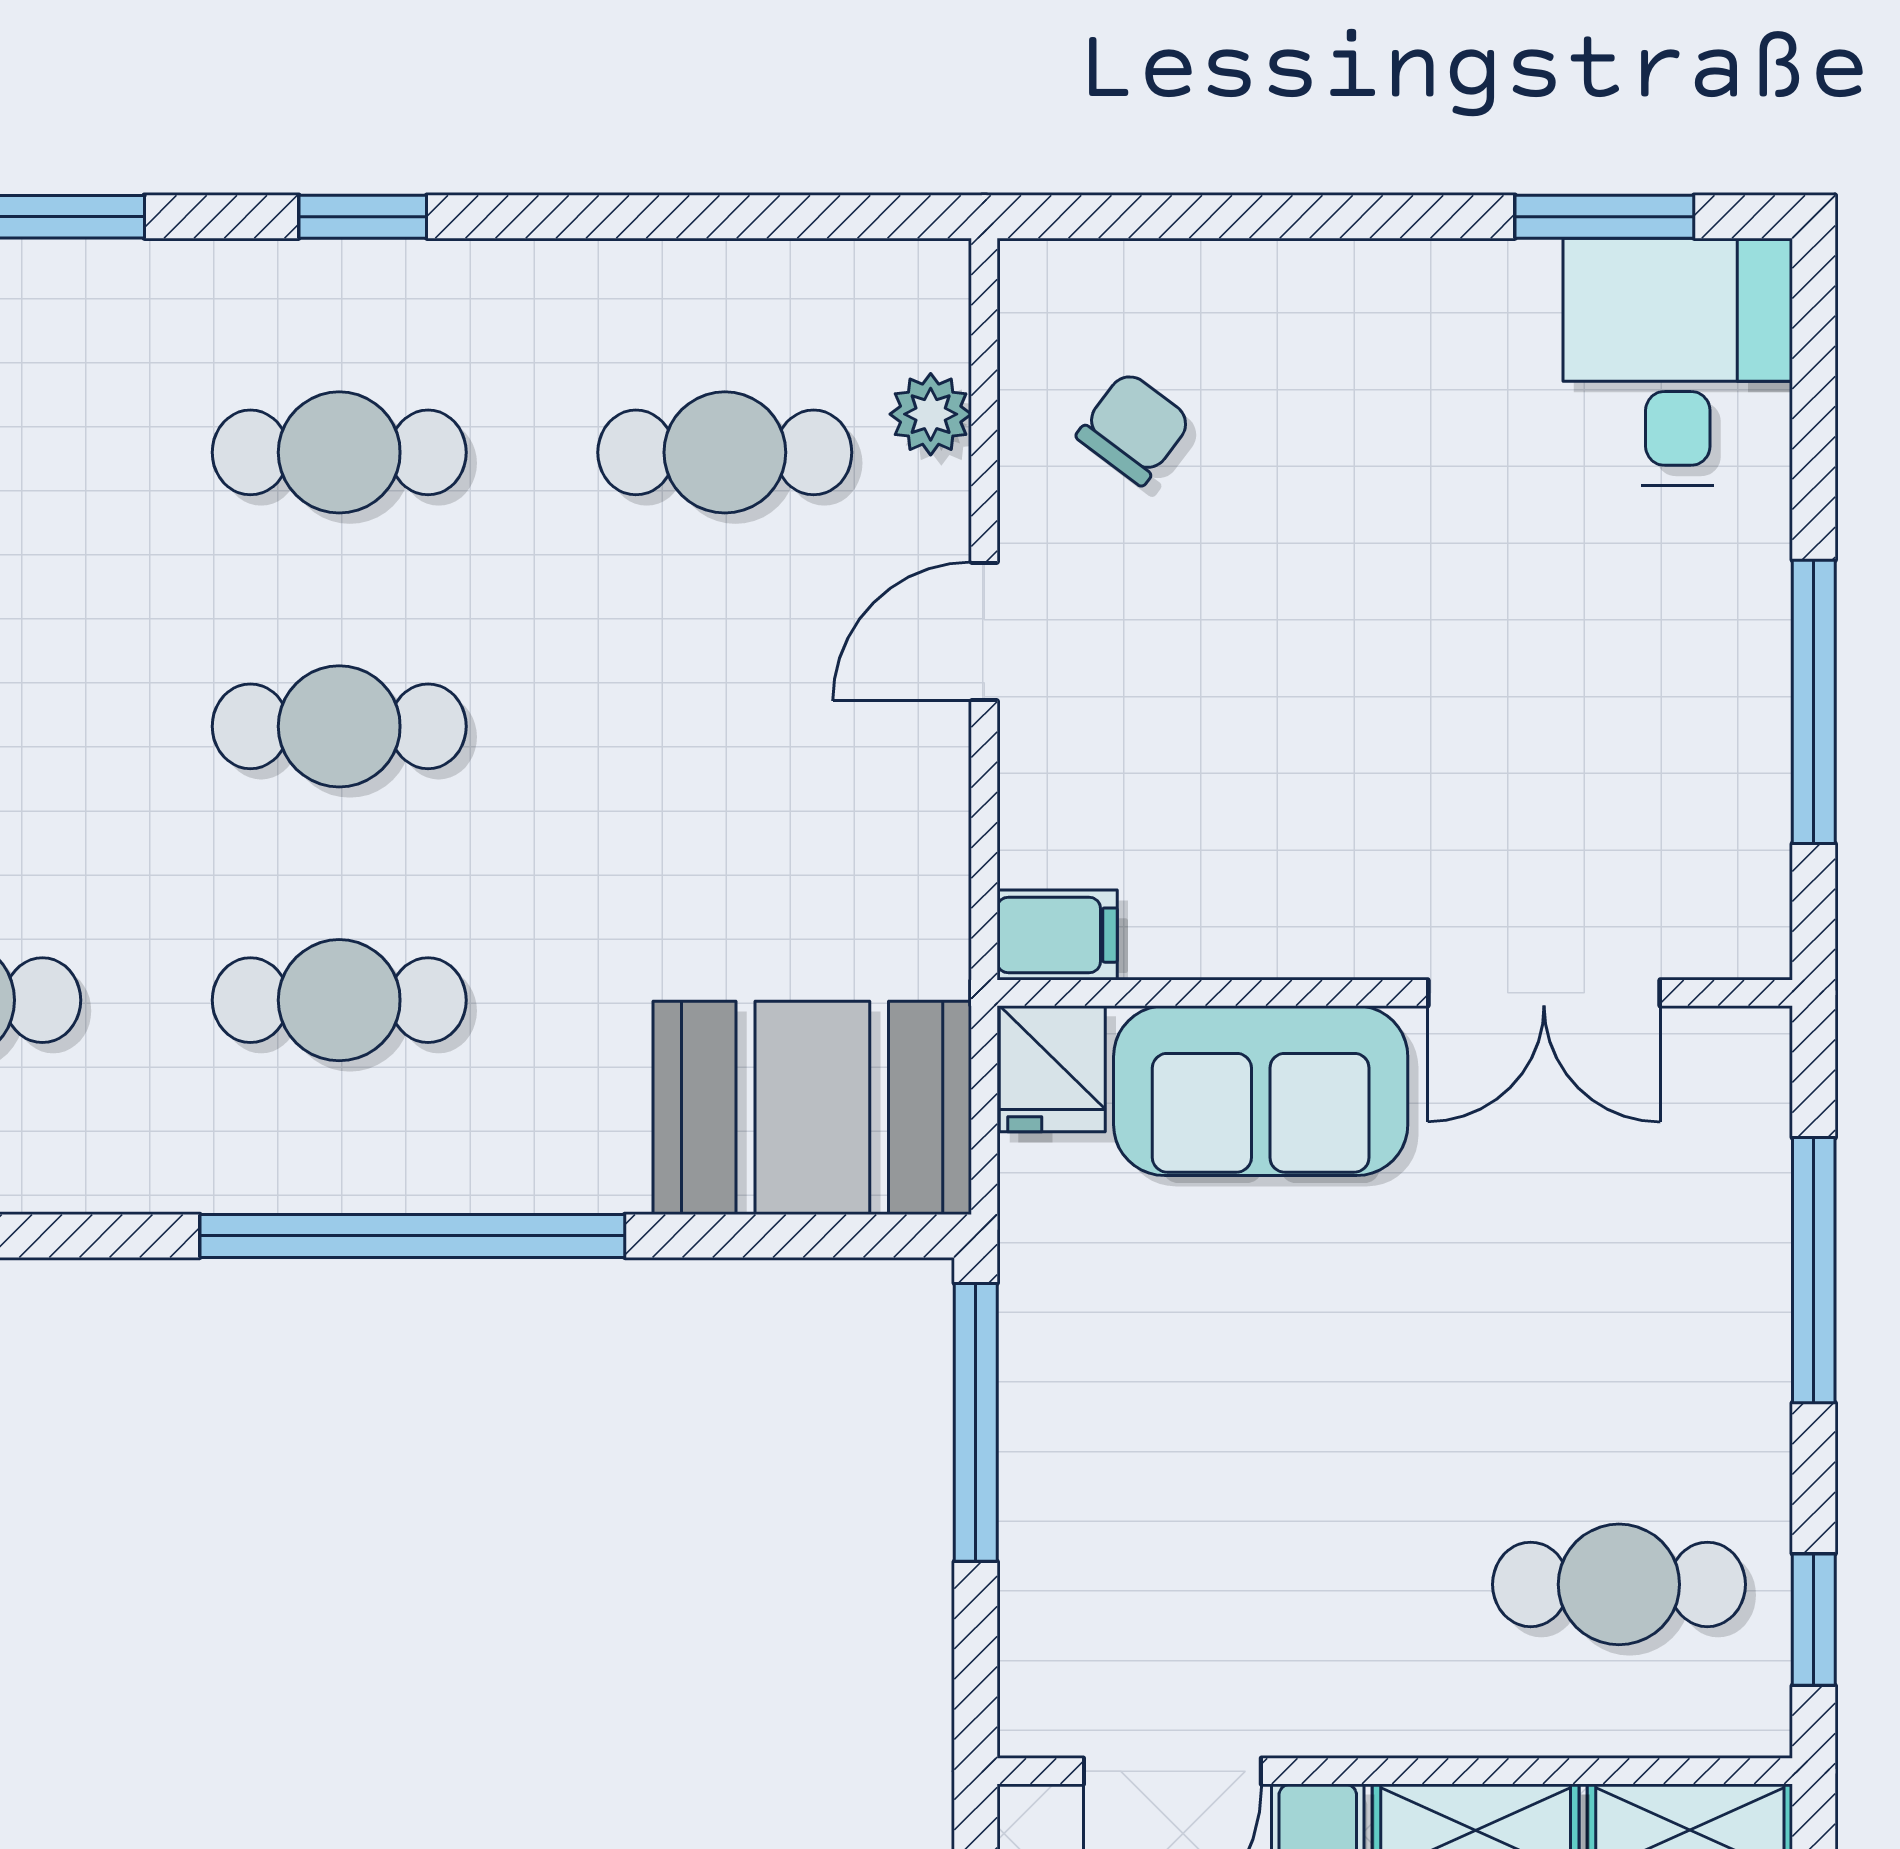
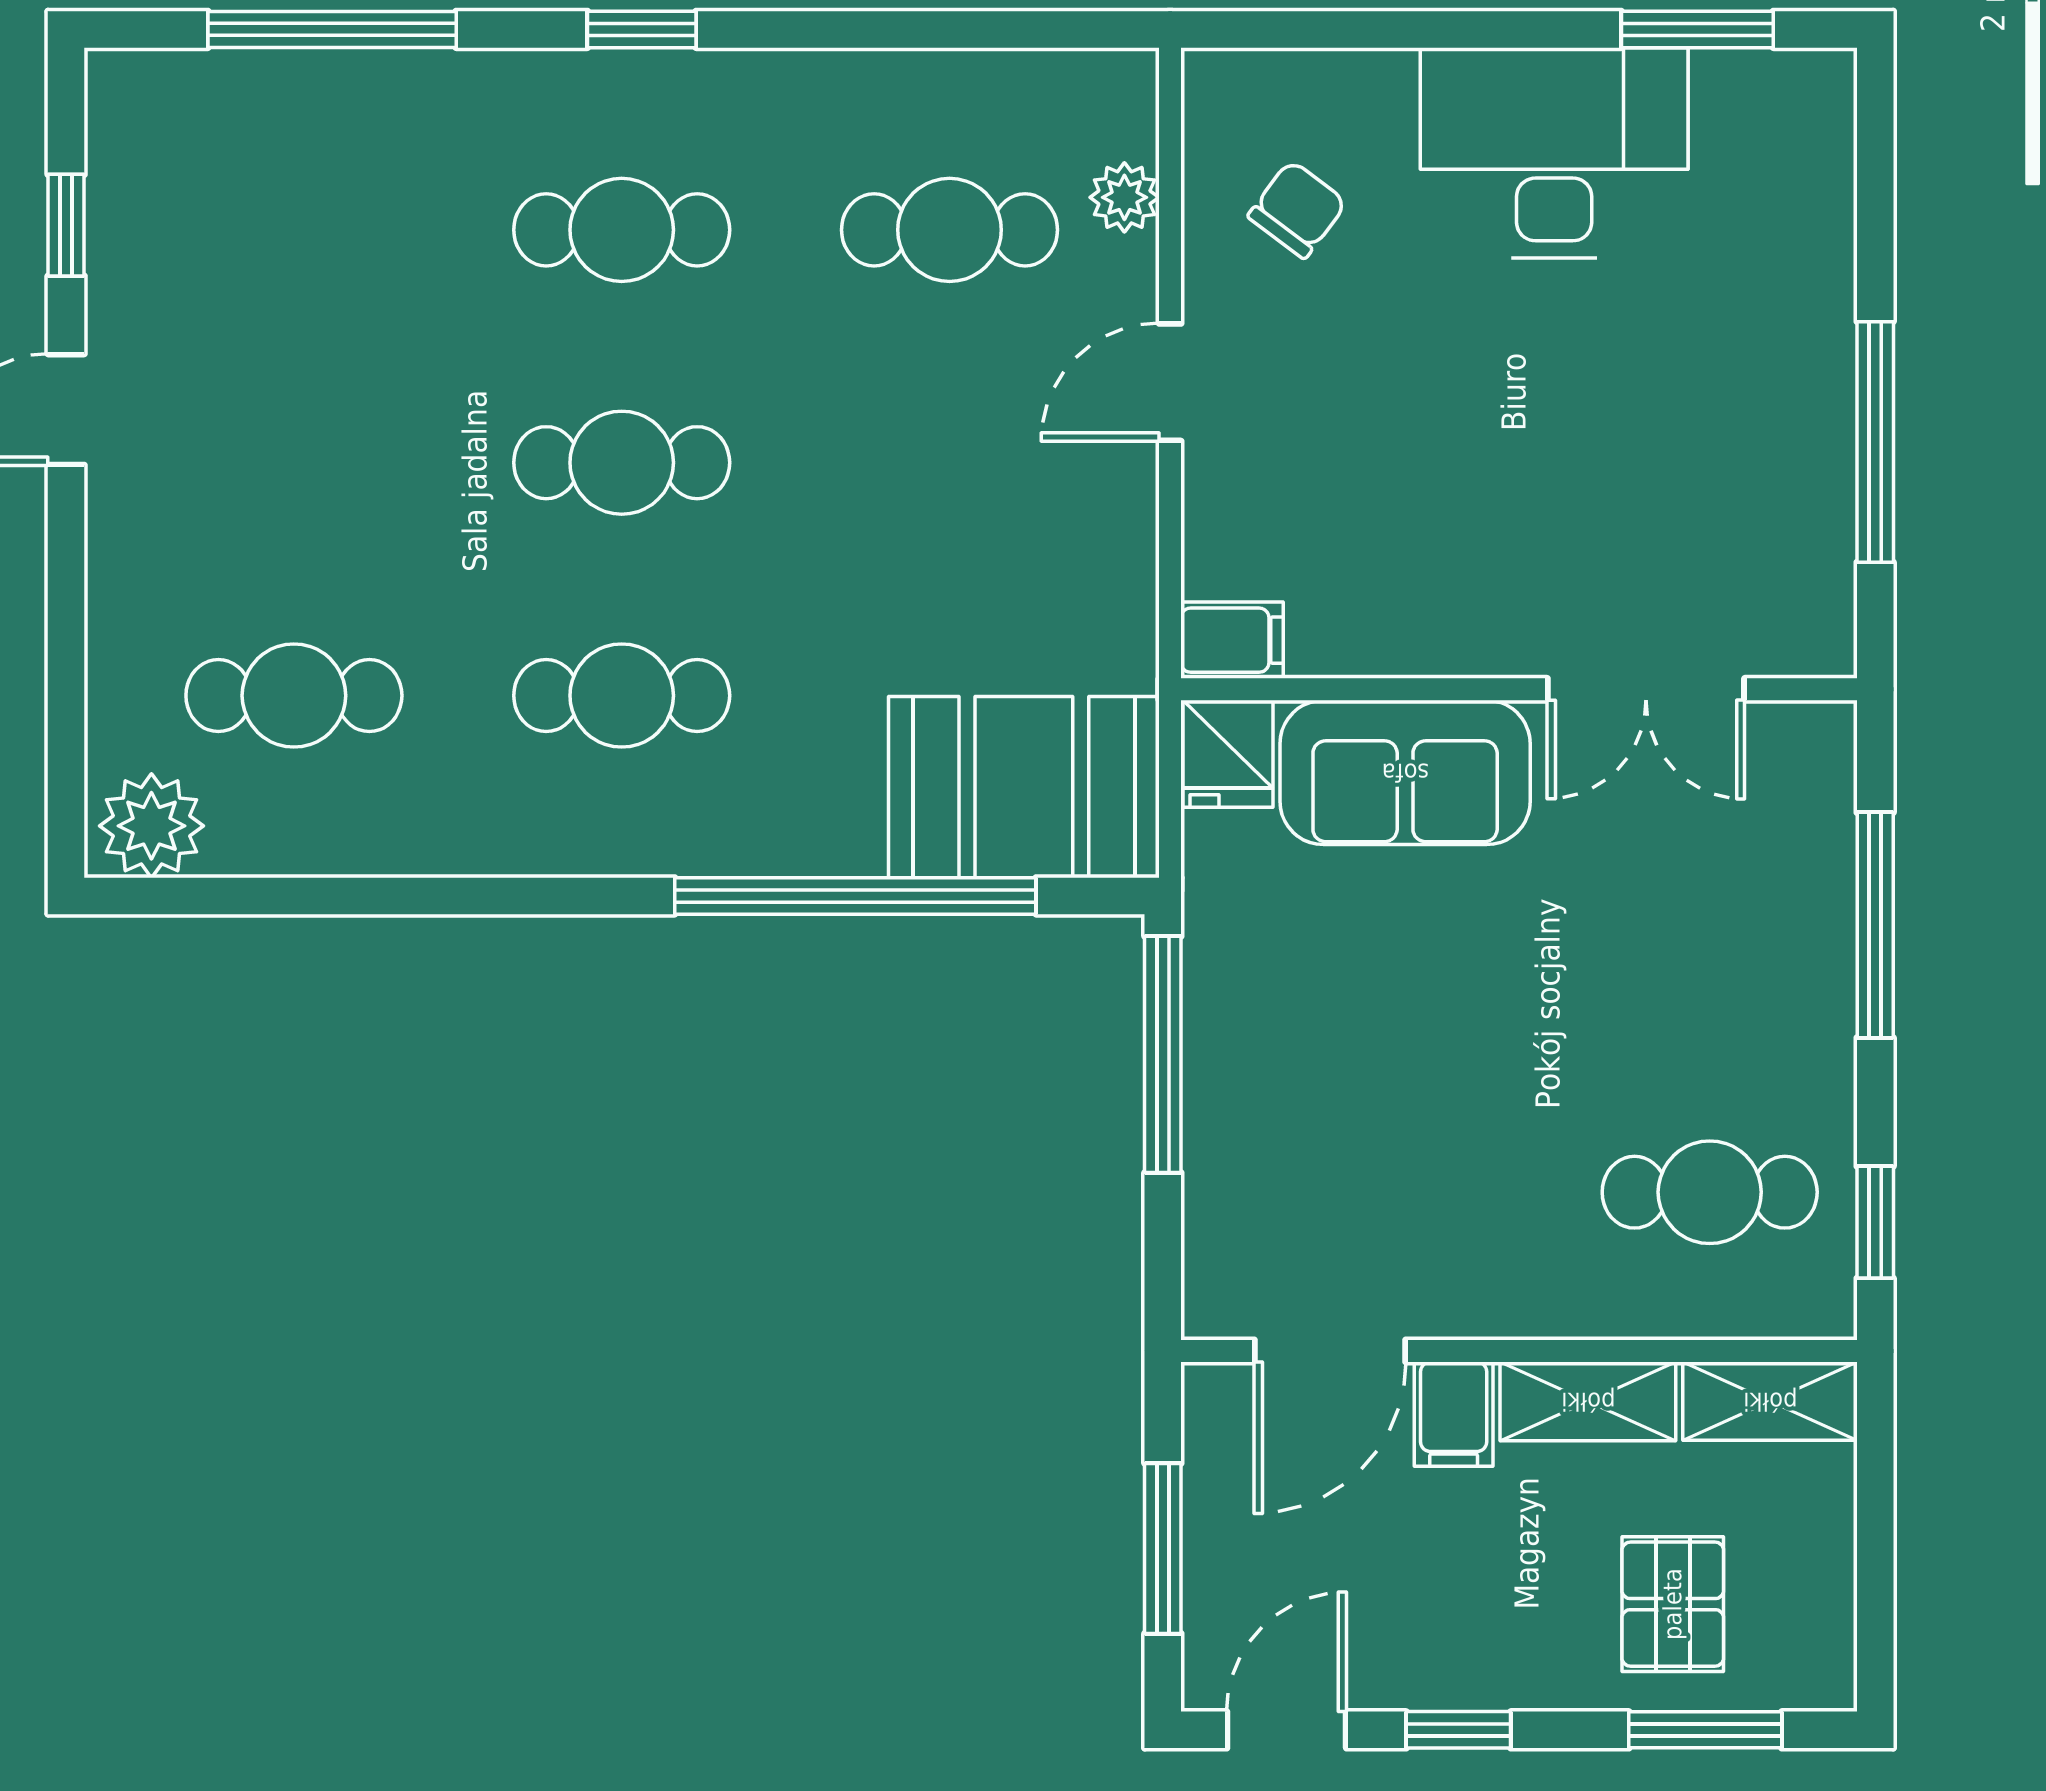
desk: (1678, 362) -> (1554, 153), moved, width x1.37
window: (412, 1236) -> (855, 896), moved

